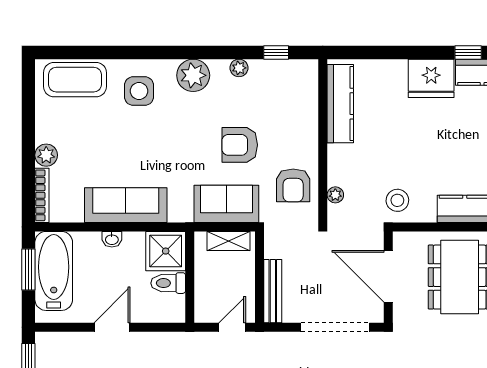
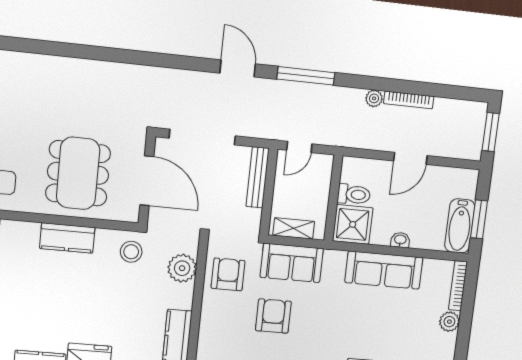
armchair: (240, 145) -> (273, 316), turned -90
plant: (335, 195) -> (182, 268), width x1.87, depth x1.87
bathtub: (54, 271) -> (460, 226), width x0.73, depth x0.73

